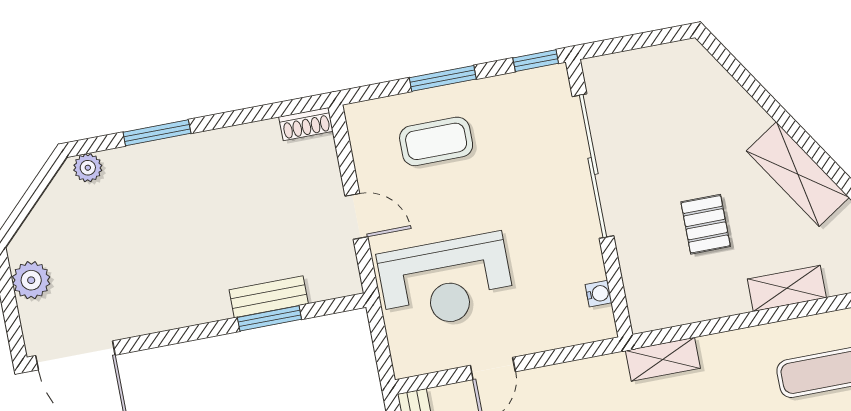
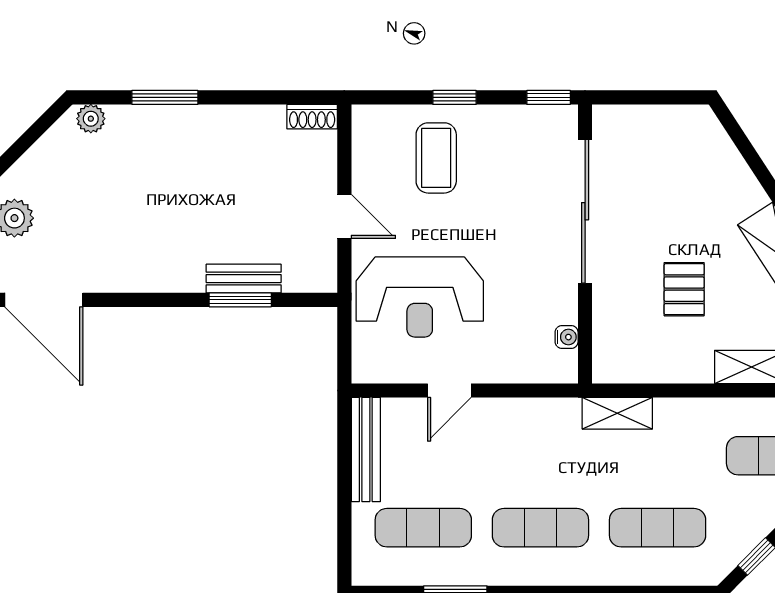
window: (443, 78) -> (454, 97), width x0.67
coffee table: (436, 141) -> (436, 158), turned 90

